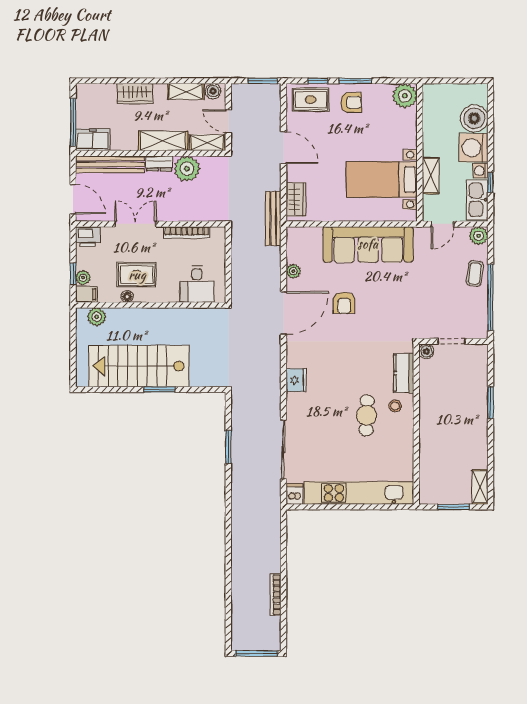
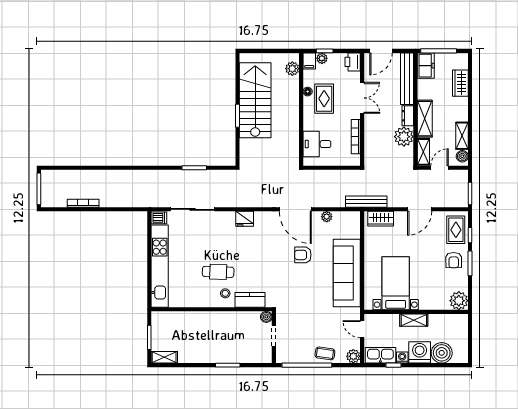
wardrobe: (135, 94) -> (460, 83), moved
shelving: (431, 176) -> (414, 320), moved

